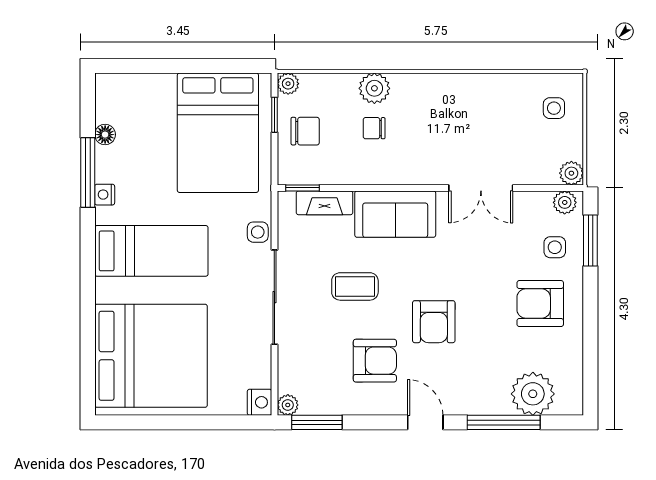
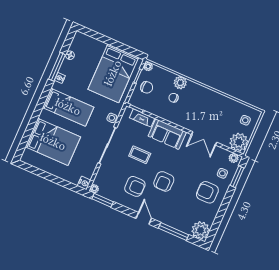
plant: (571, 173) -> (239, 142), width x1.88, depth x1.88
bed: (151, 356) -> (53, 142), width x0.73
plant: (533, 394) -> (201, 230), moved

